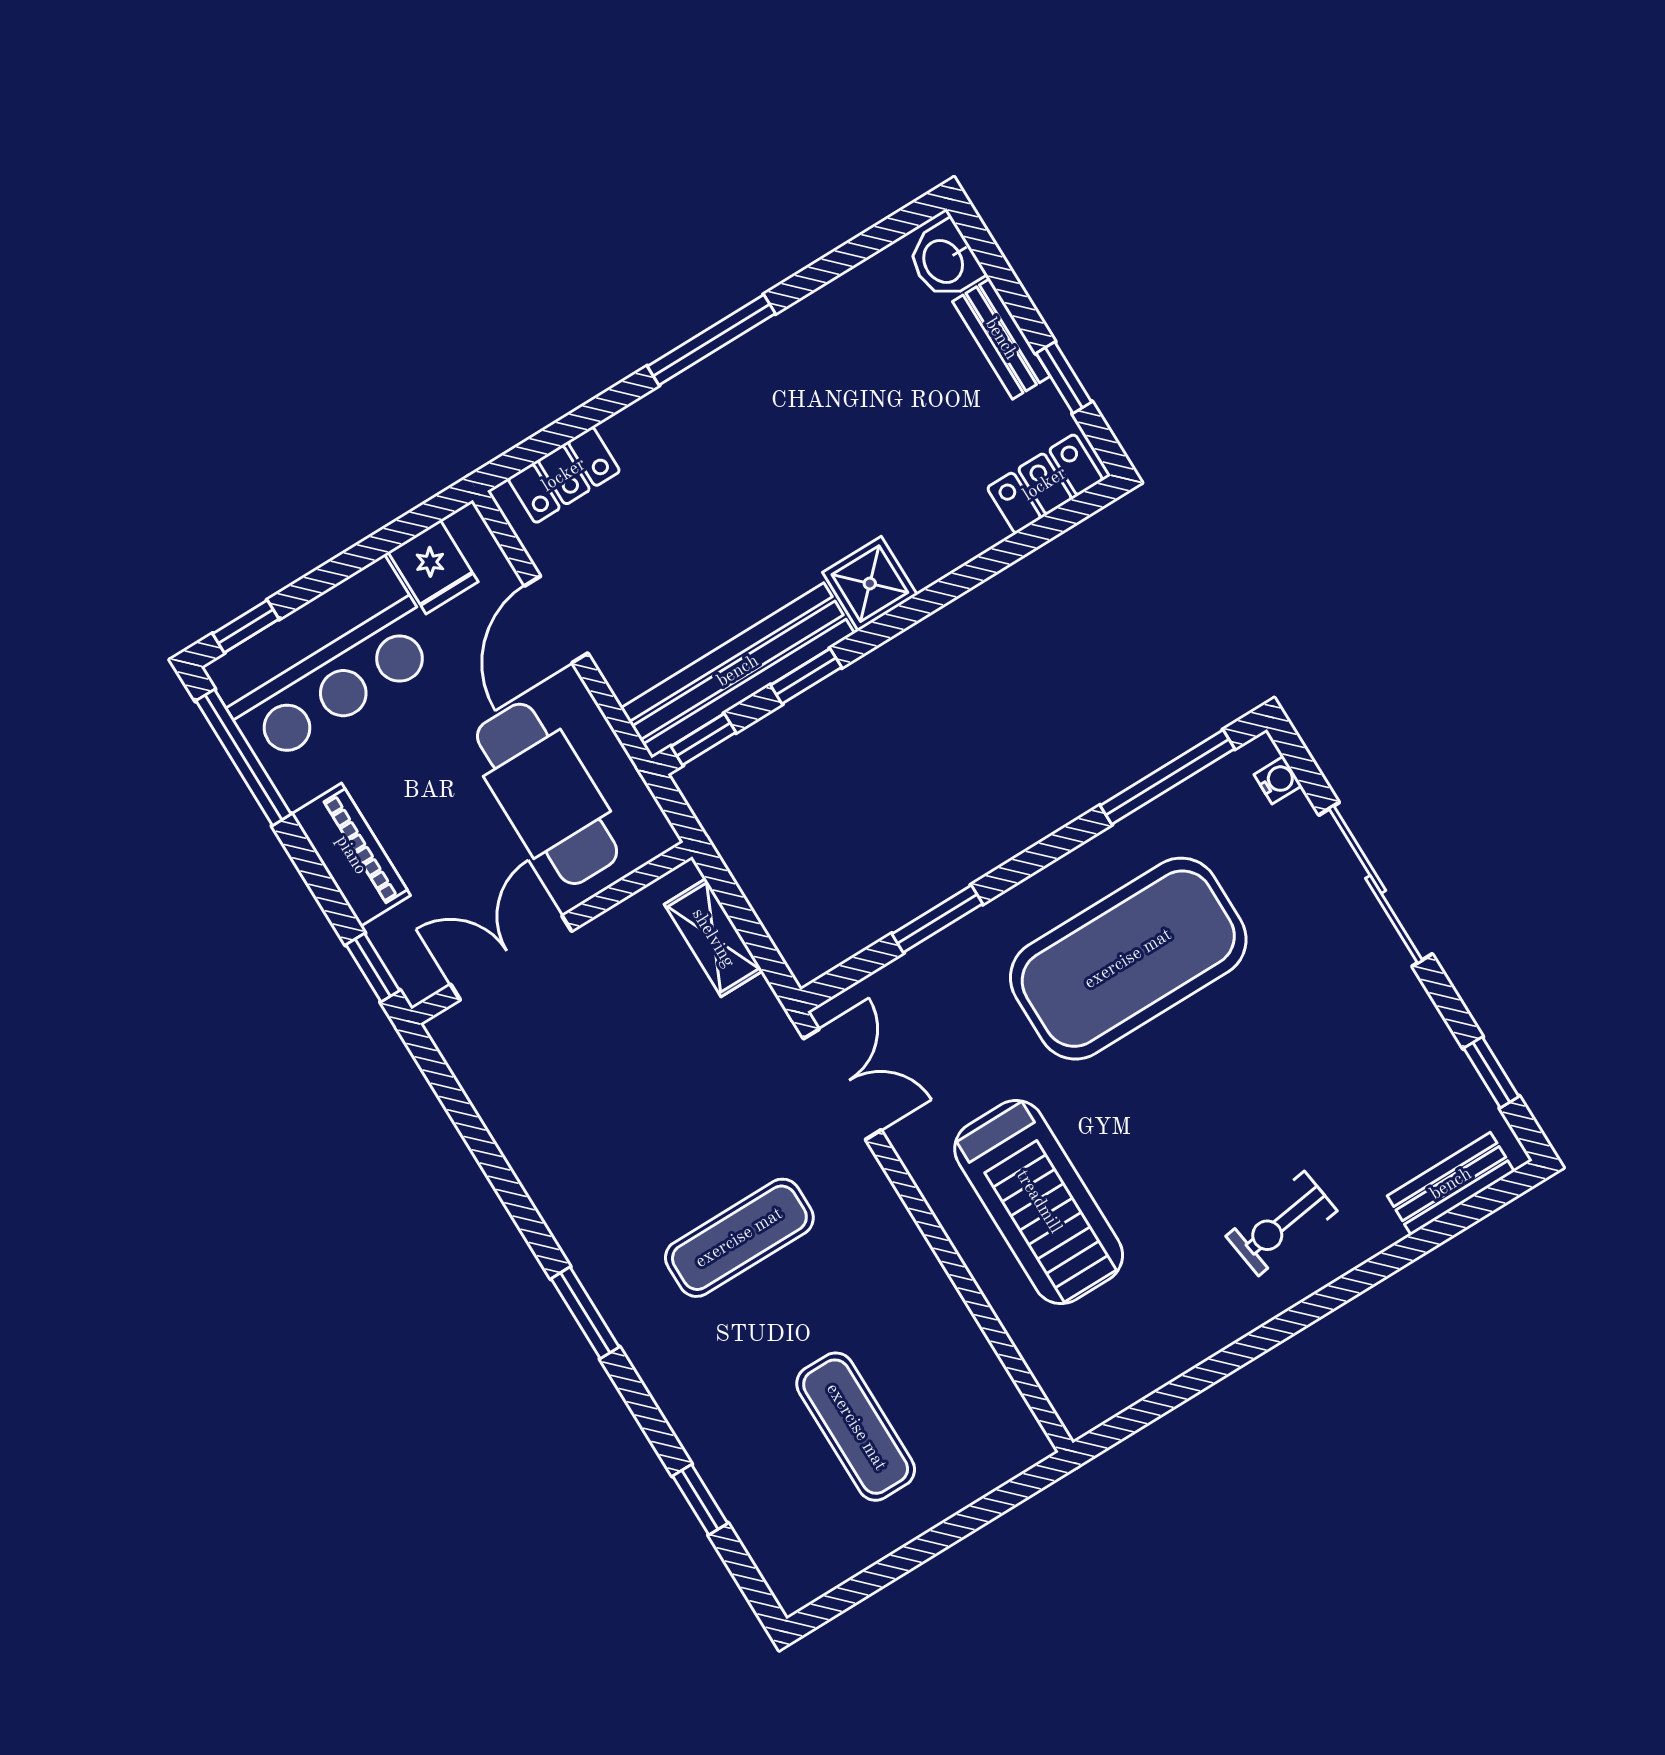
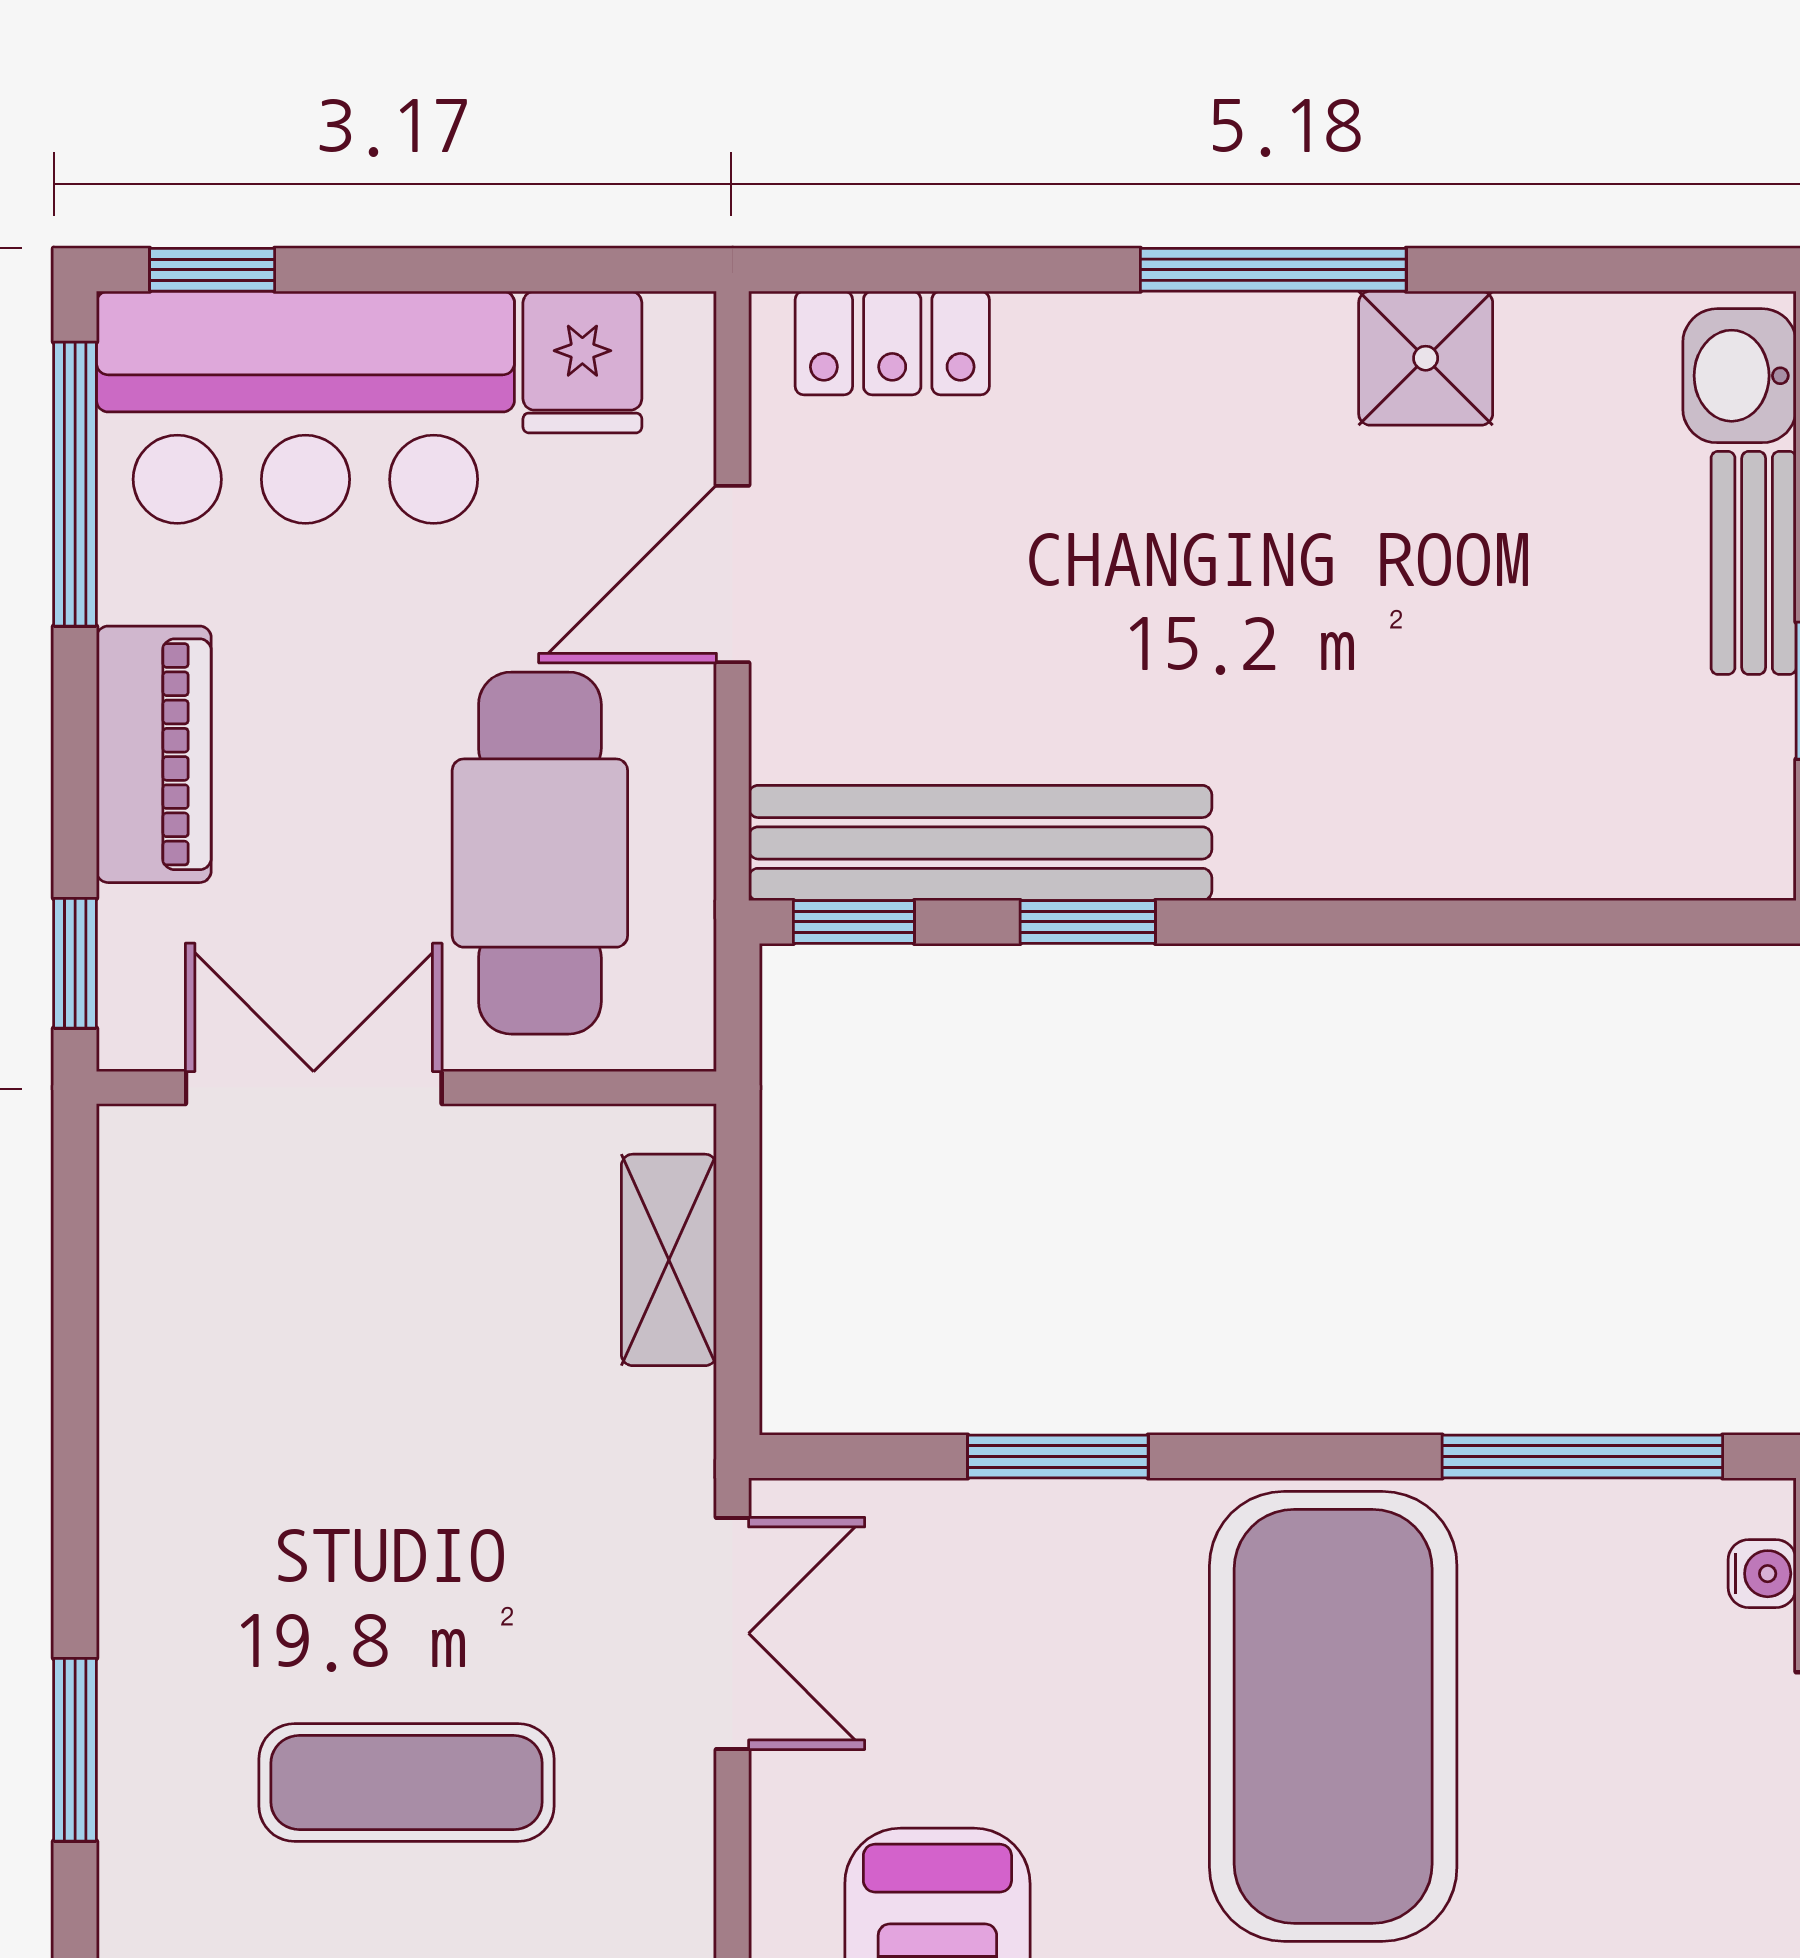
locker: (1045, 484) -> (1678, 847), removed
shower: (870, 584) -> (1426, 358), moved
exercise mat: (1128, 959) -> (1333, 1716), turned 90

